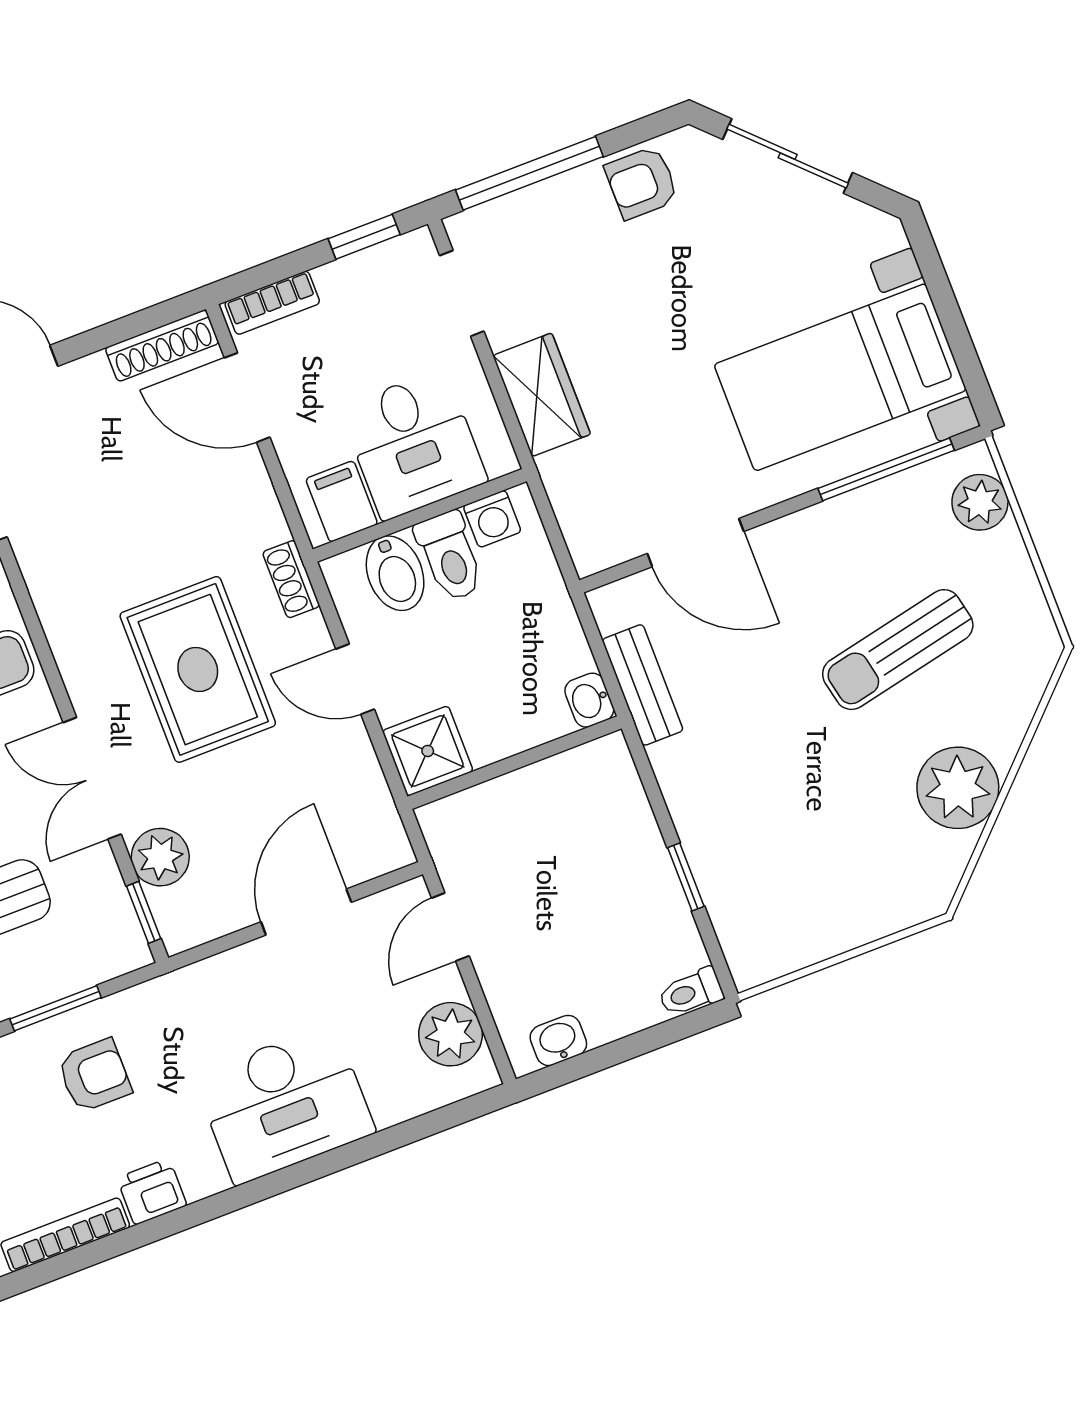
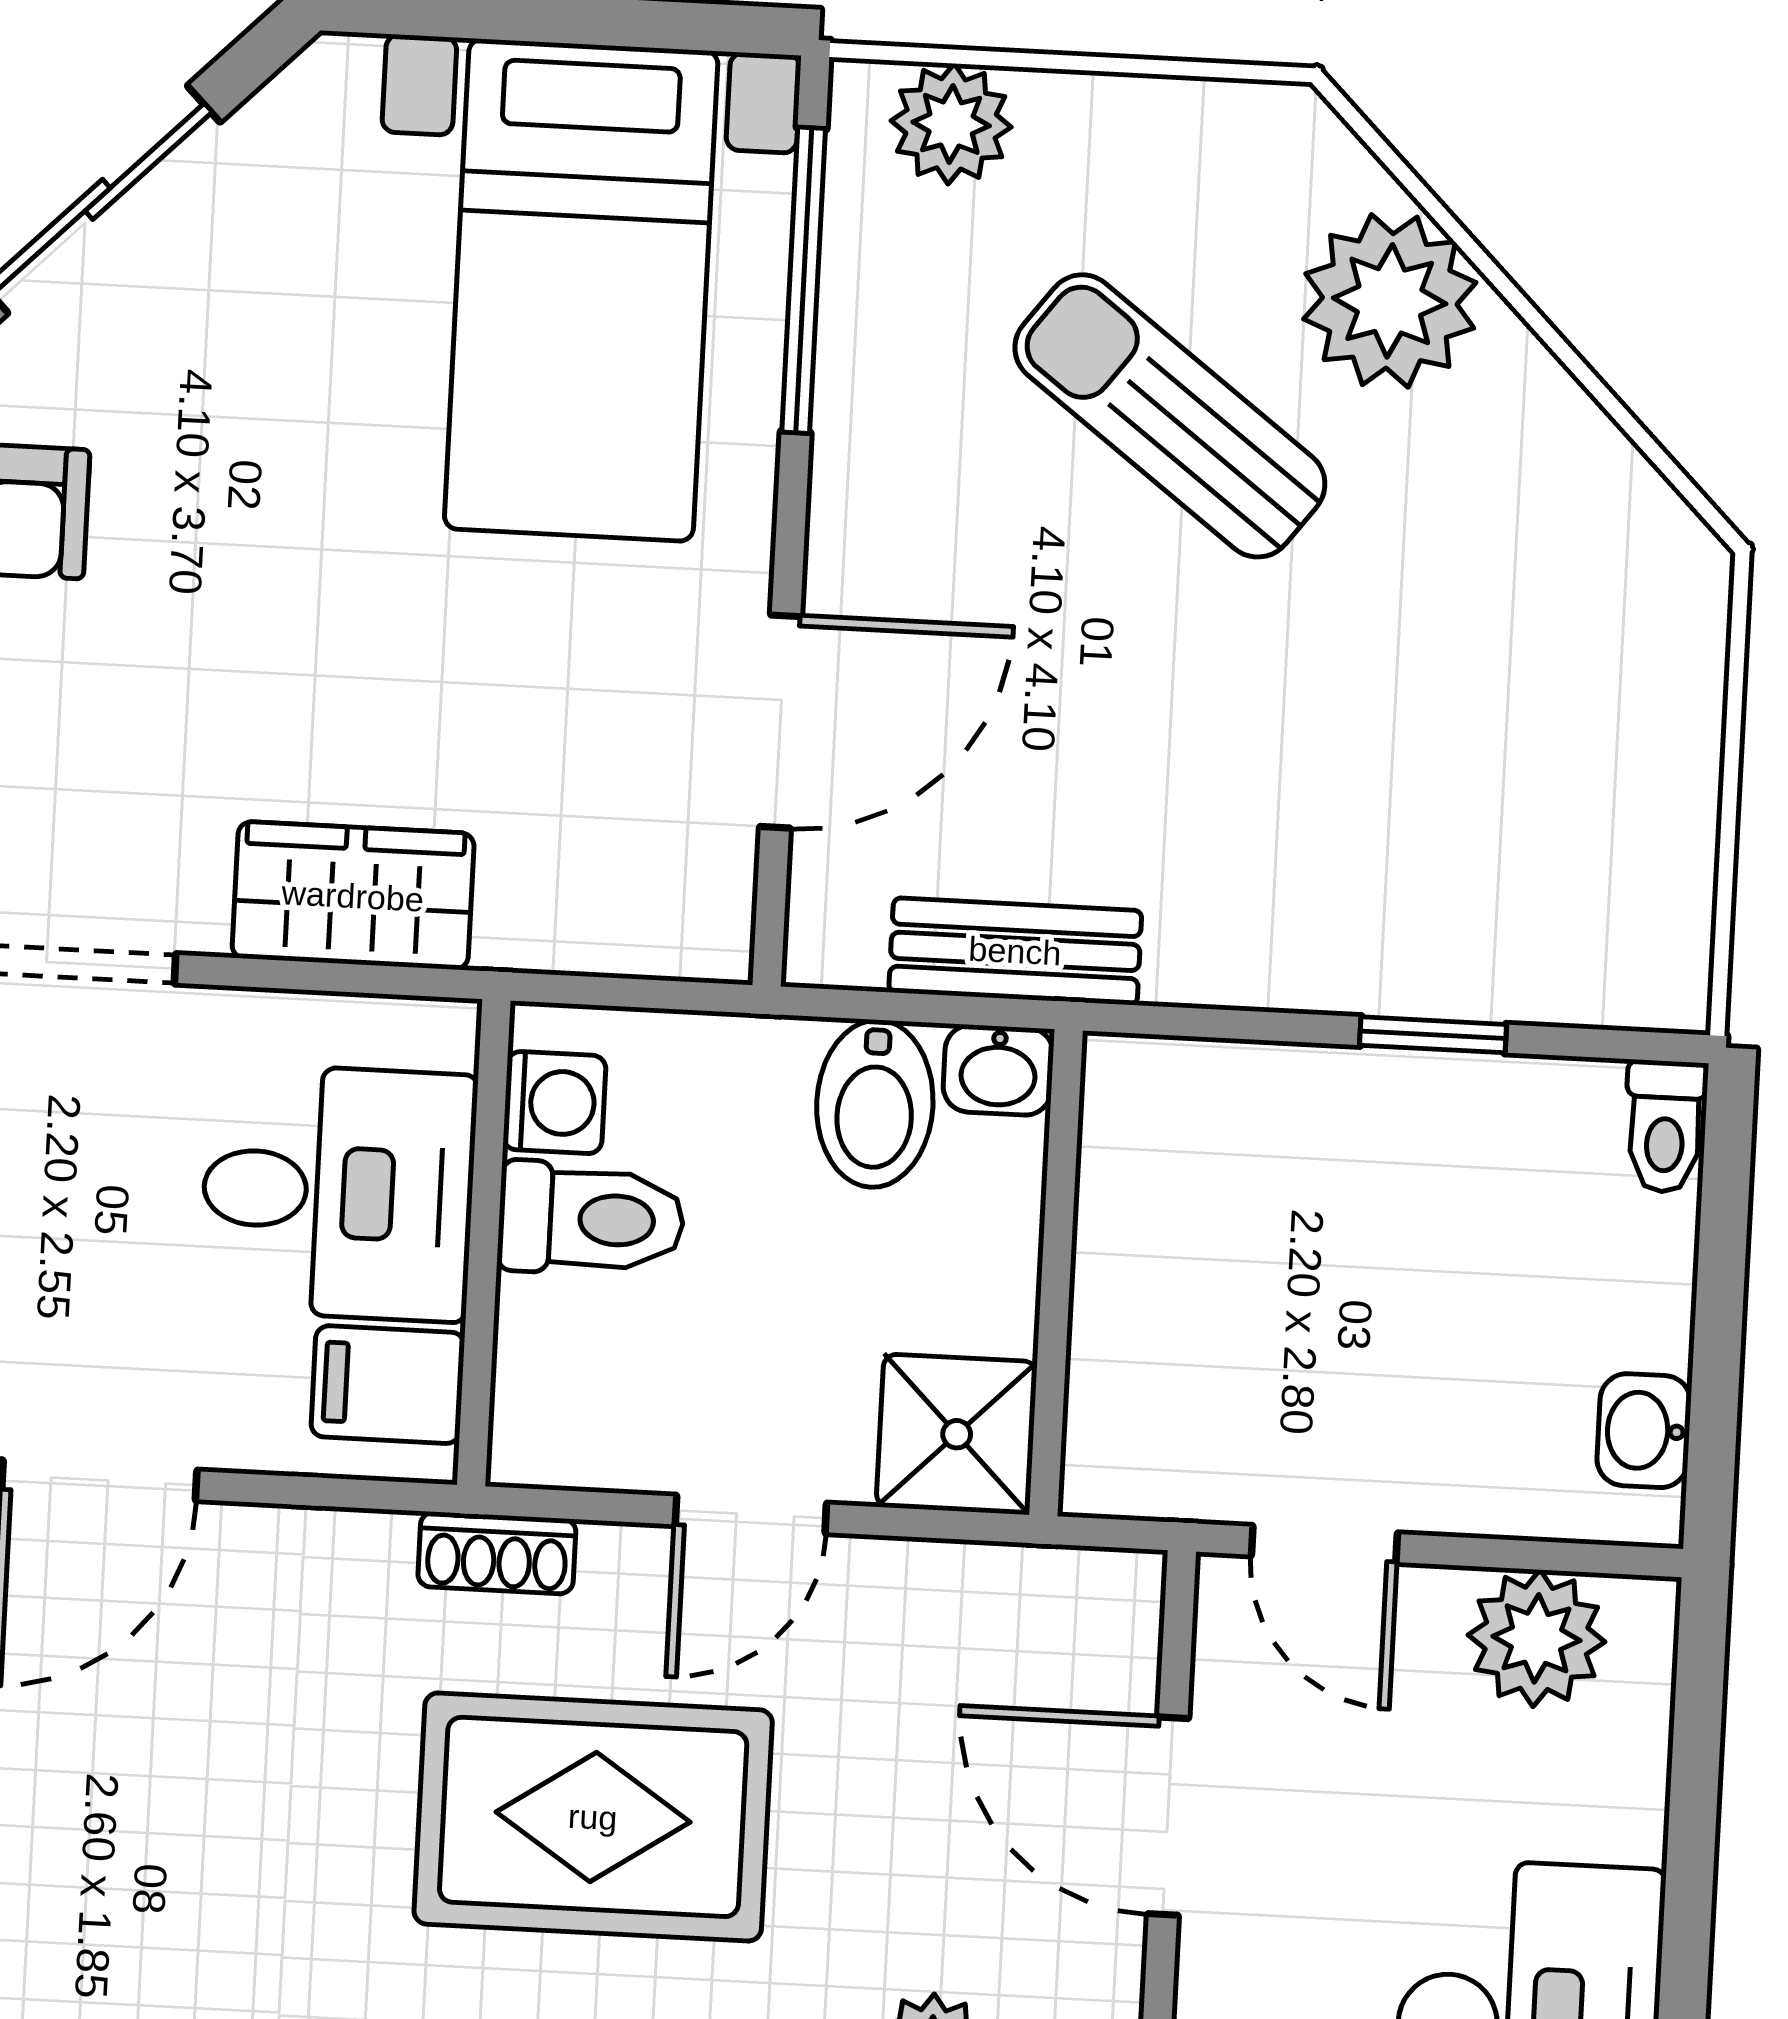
bidet: (395, 573) -> (875, 1104), moved, turned 90
sun lounger: (898, 650) -> (1170, 416), turned 139
plant: (958, 788) -> (1390, 301), moved

